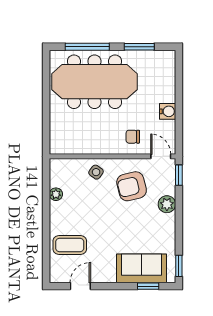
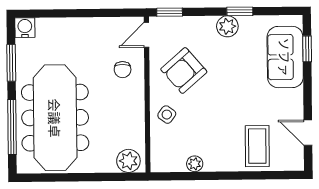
water cooler: (168, 111) -> (25, 28), moved
plant: (59, 141) -> (128, 161), added
armchair: (132, 186) -> (184, 70), turned 63
plant: (167, 204) -> (227, 26), moved
window: (179, 266) -> (240, 11), moved

